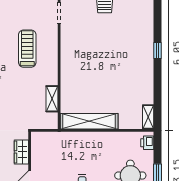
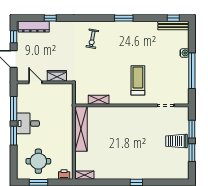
treadmill: (27, 49) -> (138, 80), turned -90

